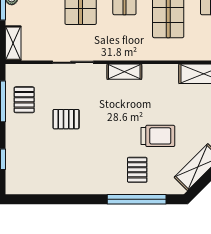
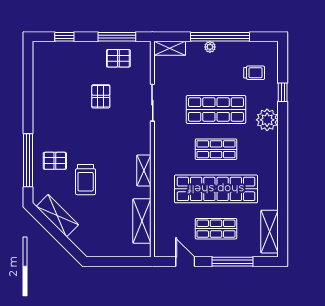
shelving: (124, 72) -> (144, 170), moved

